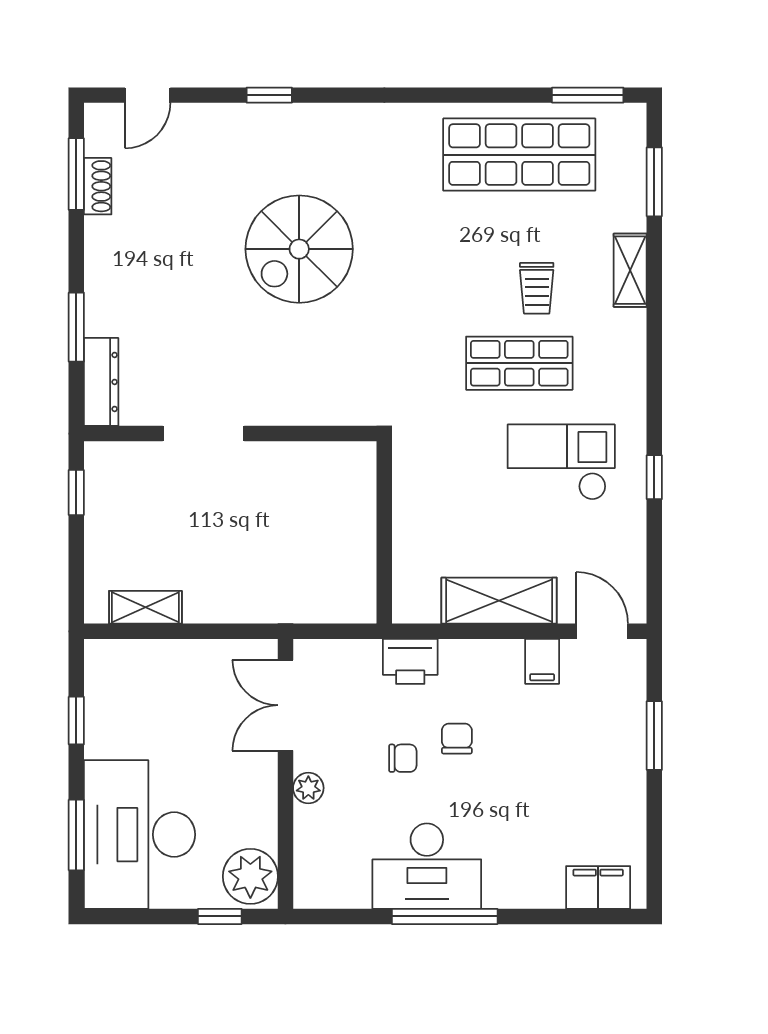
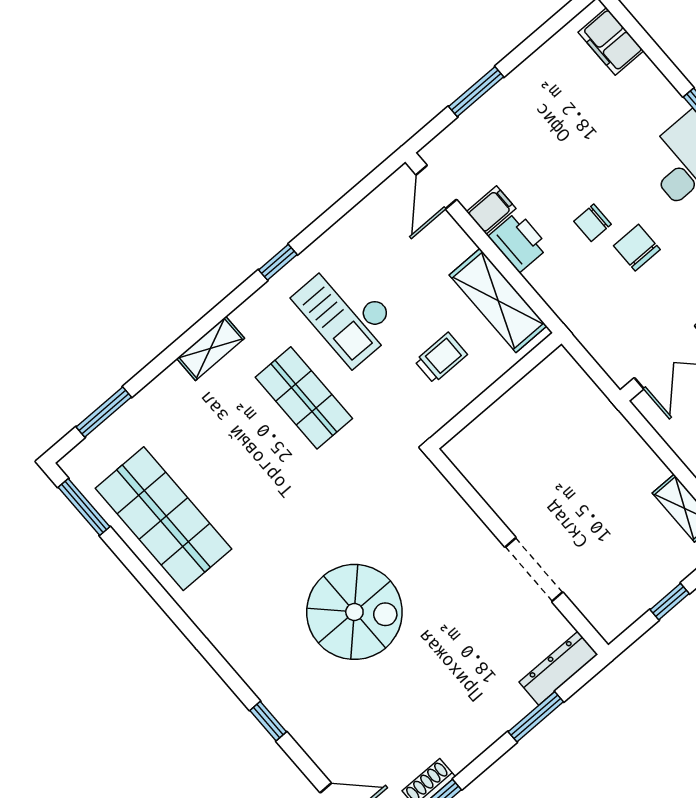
shelving: (630, 270) -> (211, 348), moved
trolley: (537, 288) -> (441, 358), moved
window: (654, 477) -> (278, 262), moved
window: (76, 492) -> (670, 602), moved
shelving: (499, 601) -> (498, 301), moved
printer: (410, 661) -> (519, 242), moved
chair: (403, 758) -> (637, 248), width x1.37, depth x1.37

